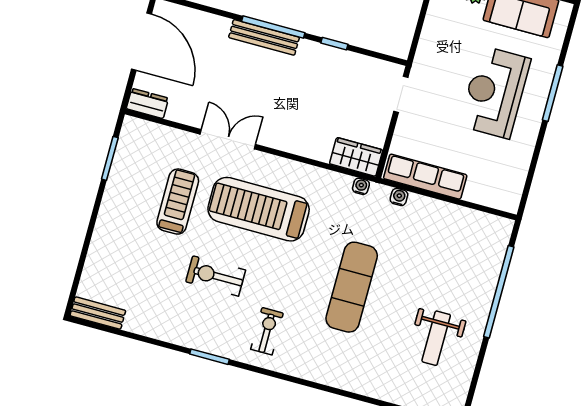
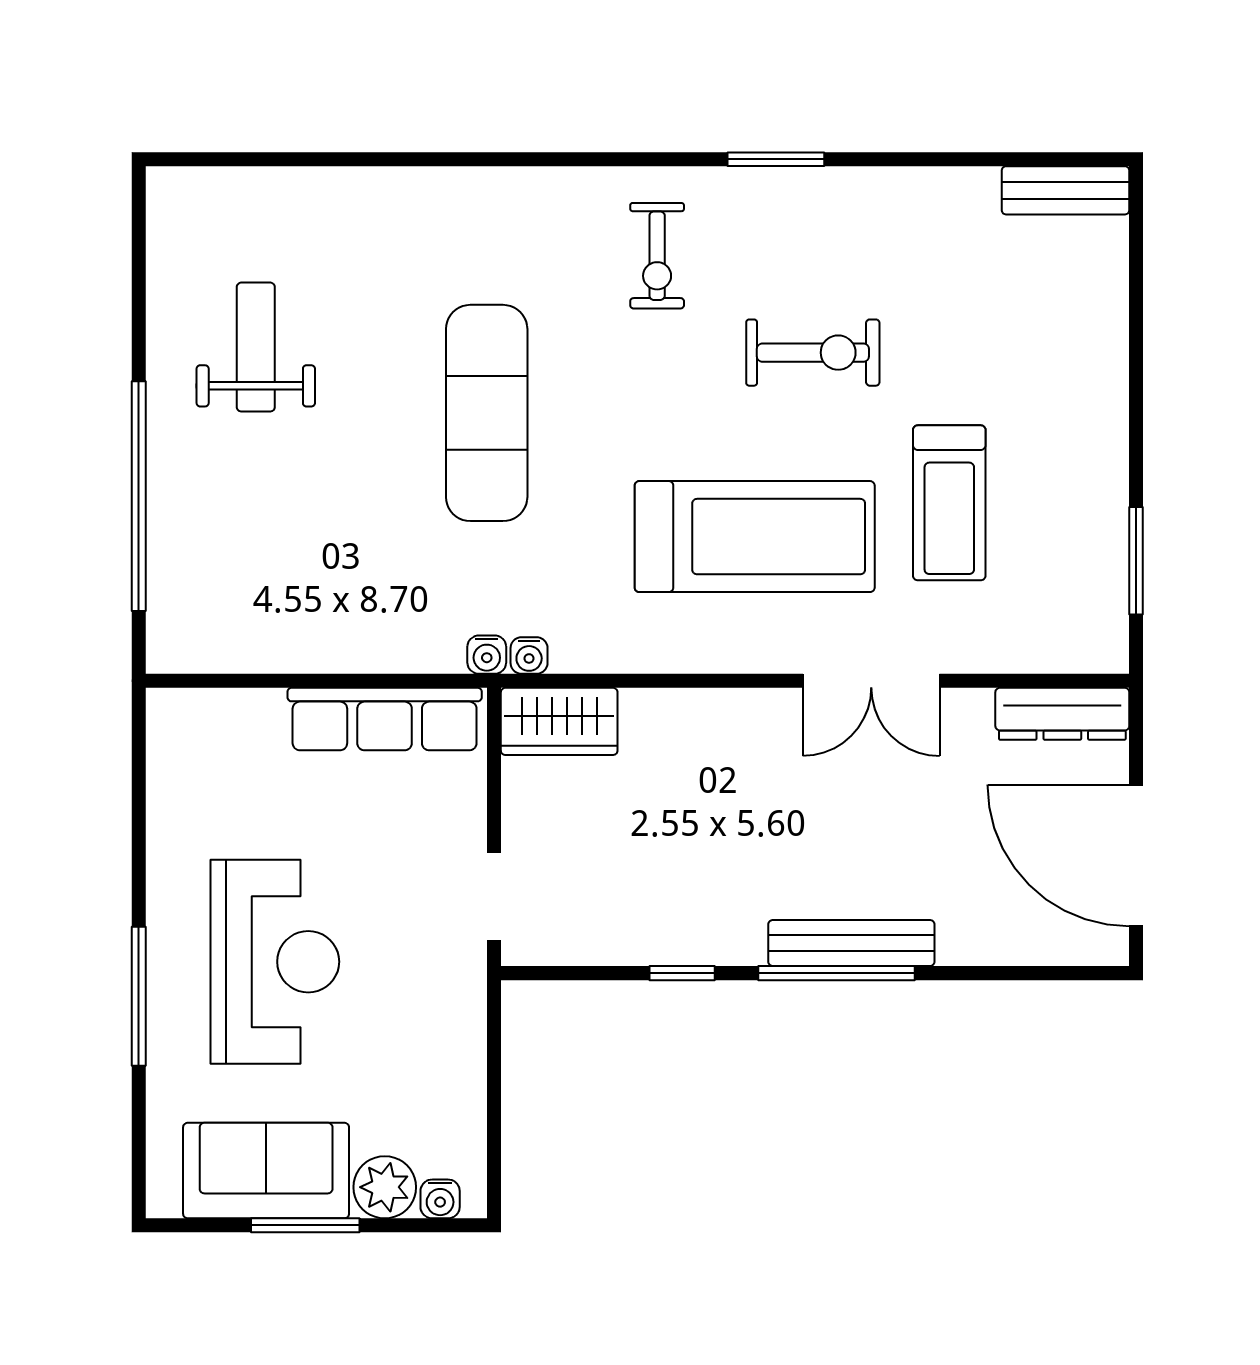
dresser: (147, 103) -> (1062, 714), width x1.44
water cooler: (399, 197) -> (487, 655), moved

